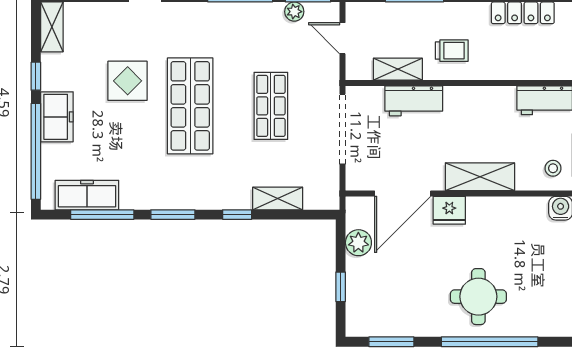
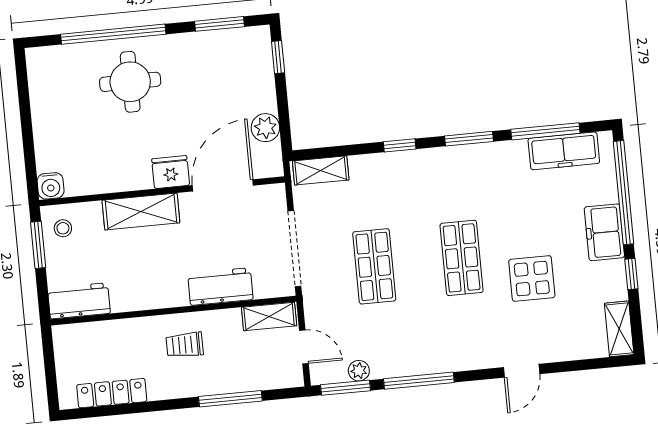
shelving: (398, 69) -> (269, 316), moved
shop shelf: (190, 106) -> (462, 258), width x0.70, depth x0.74
shelving: (278, 198) -> (321, 170), moved
window: (341, 287) -> (278, 57), moved

